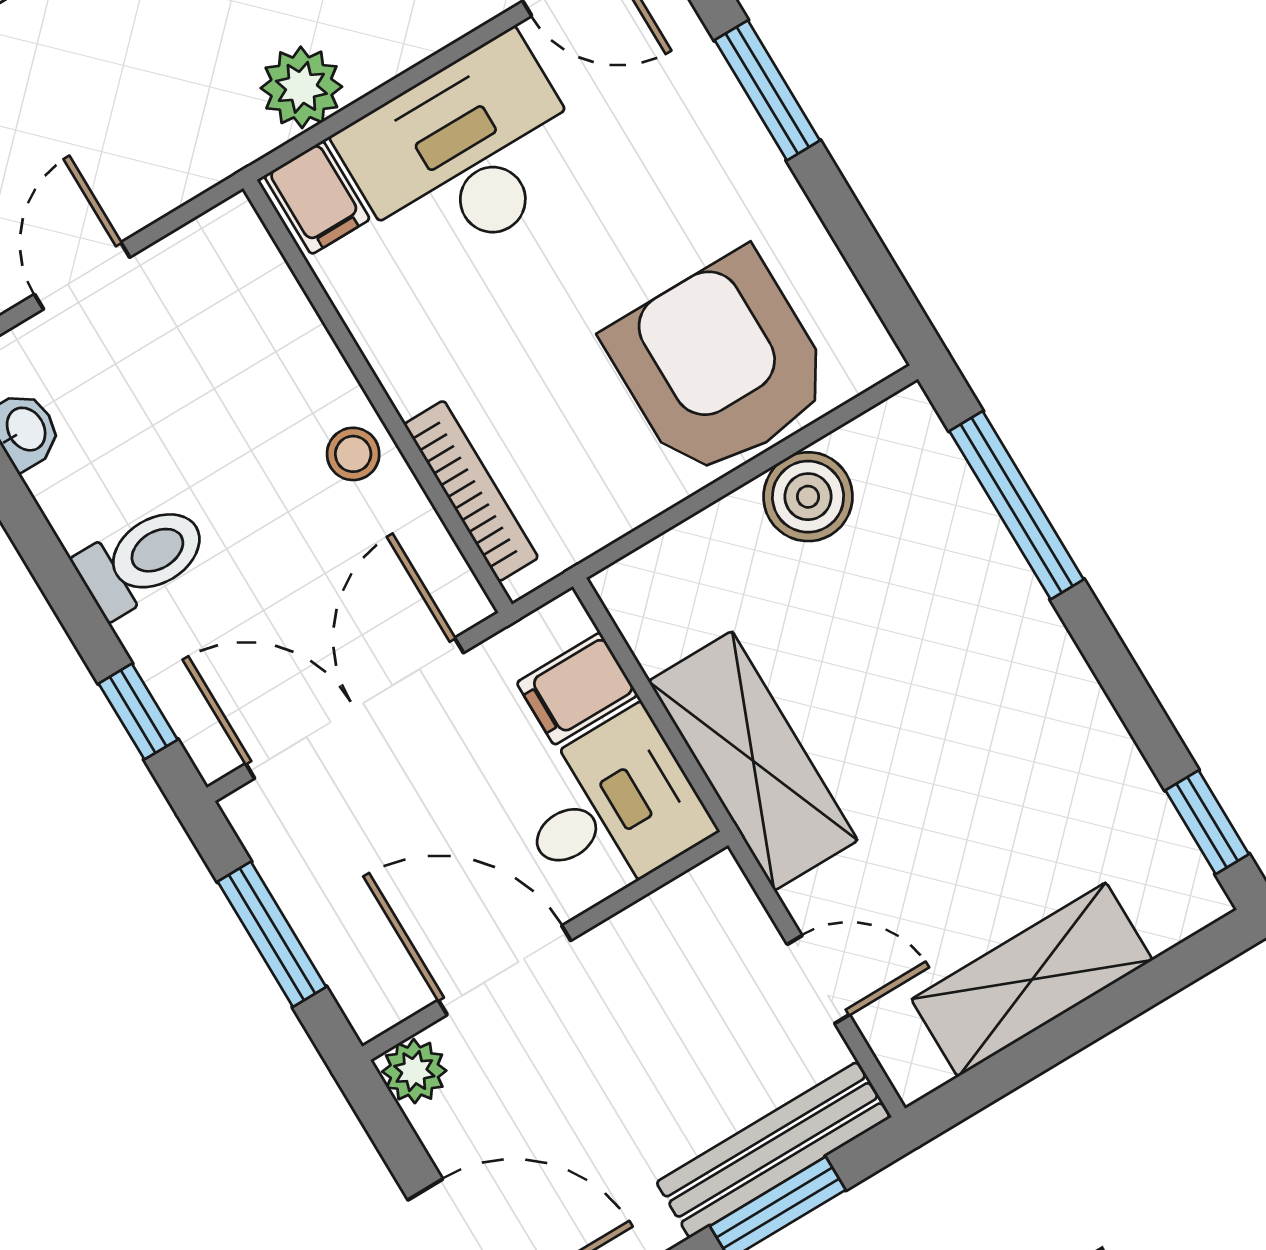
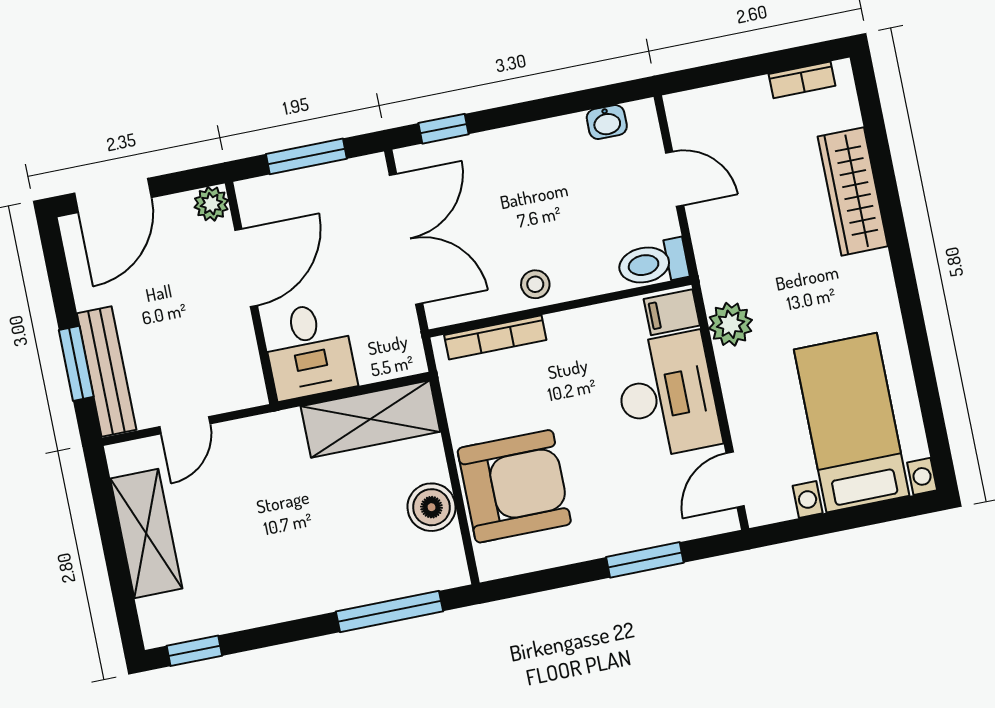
toilet: (142, 559) -> (653, 263), moved, turned 90
filing cabinet: (577, 689) -> (376, 355), removed
shelving: (753, 761) -> (370, 419), moved

